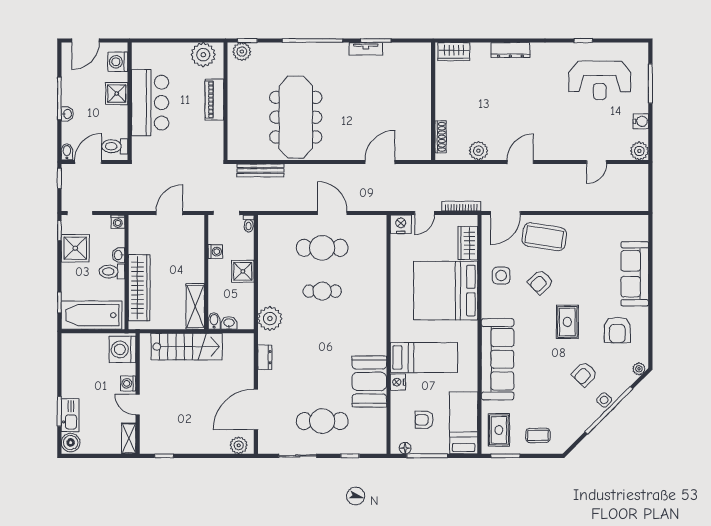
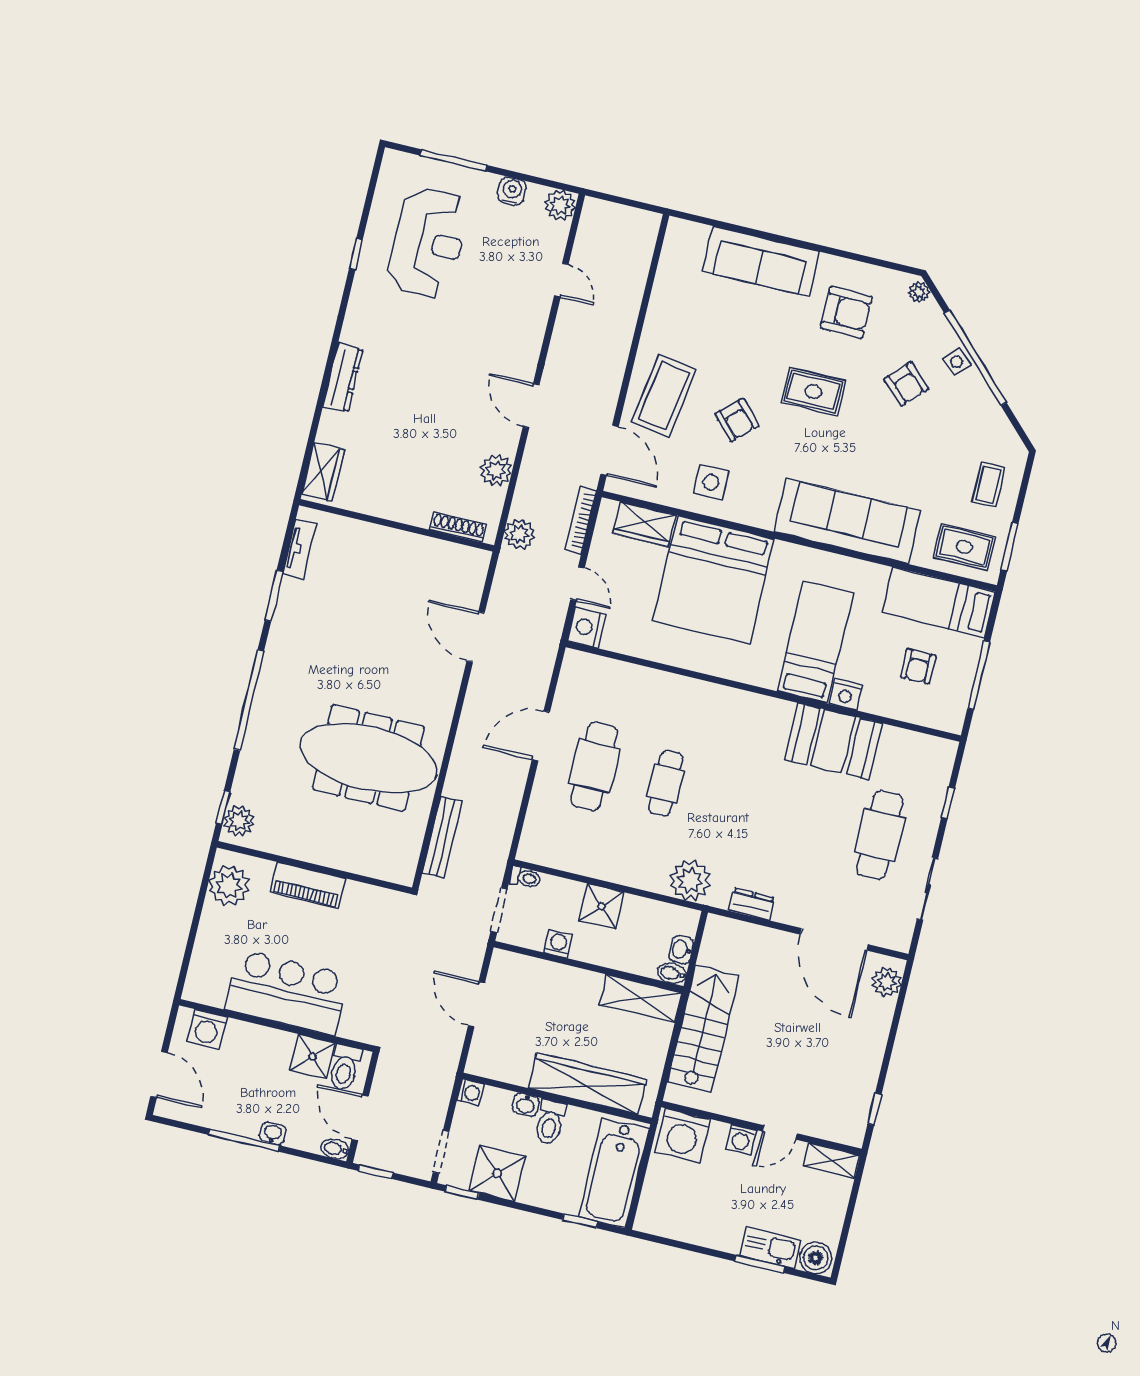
tv unit: (366, 49) -> (300, 549), moved
shower: (117, 94) -> (312, 1057), moved
plant: (445, 173) -> (519, 534), added
floor lamp: (405, 448) -> (957, 709), removed

